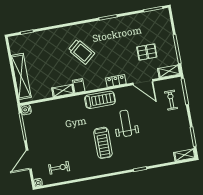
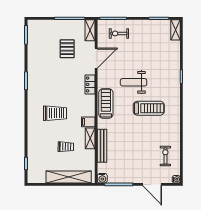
trolley: (81, 52) -> (55, 113), turned 40
trolley: (50, 68) -> (66, 147), added
bench: (58, 104) -> (102, 146), added

